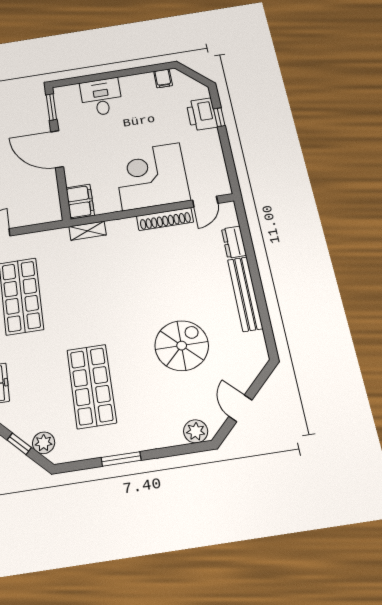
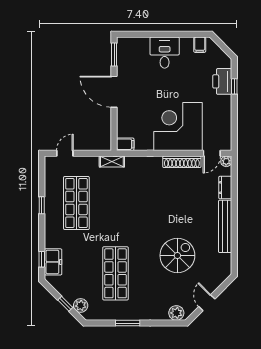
desk: (101, 97) -> (165, 53), moved
filing cabinet: (80, 202) -> (125, 144), width x0.50
plant: (228, 209) -> (226, 161), added
shelving: (88, 231) -> (112, 162), moved

